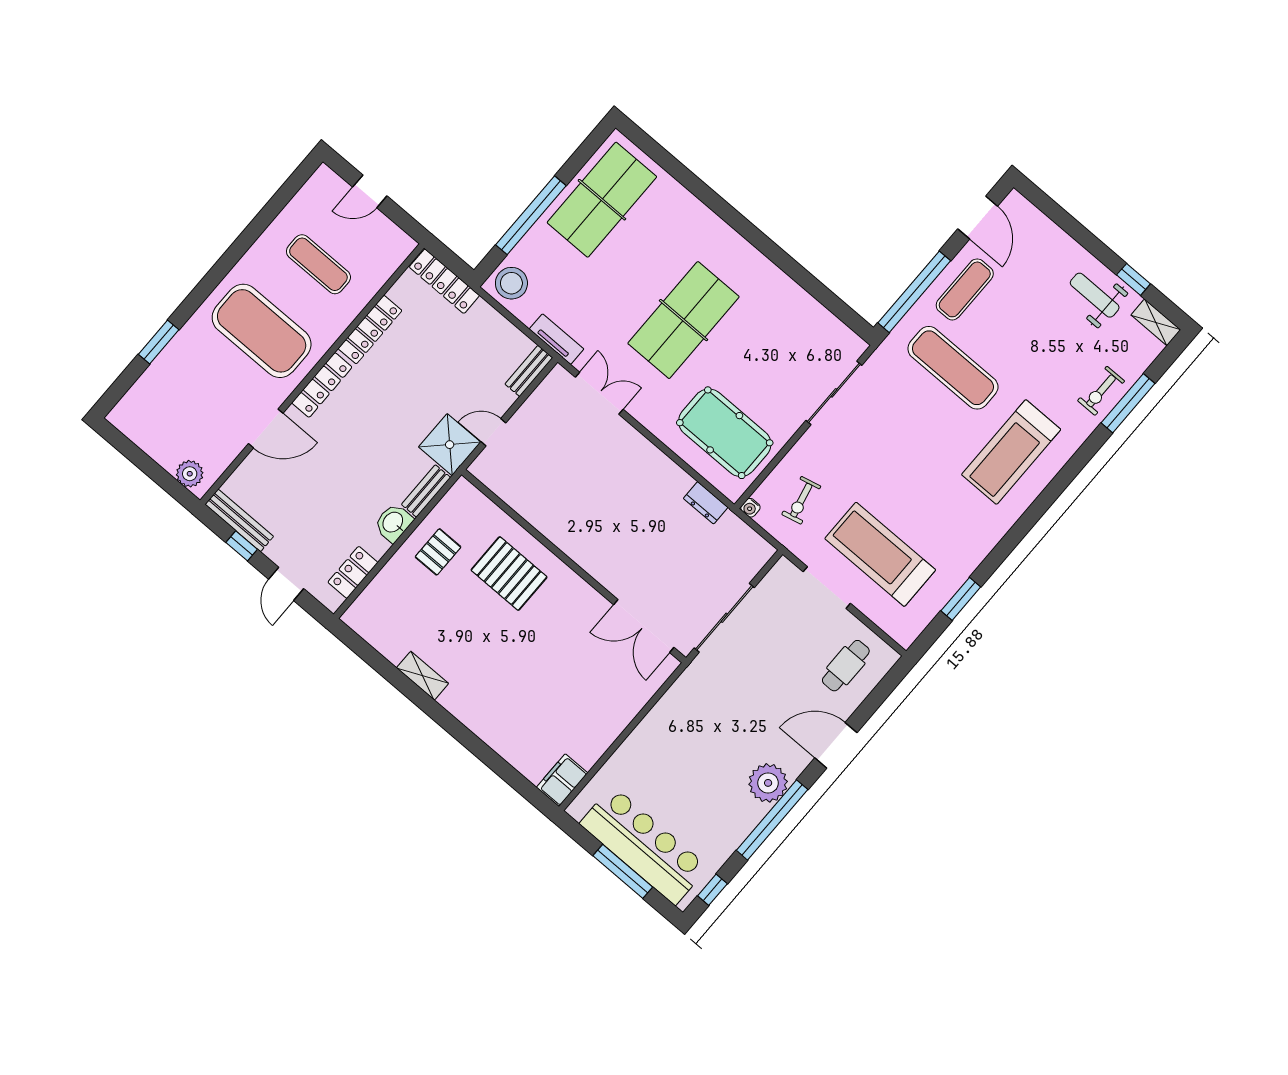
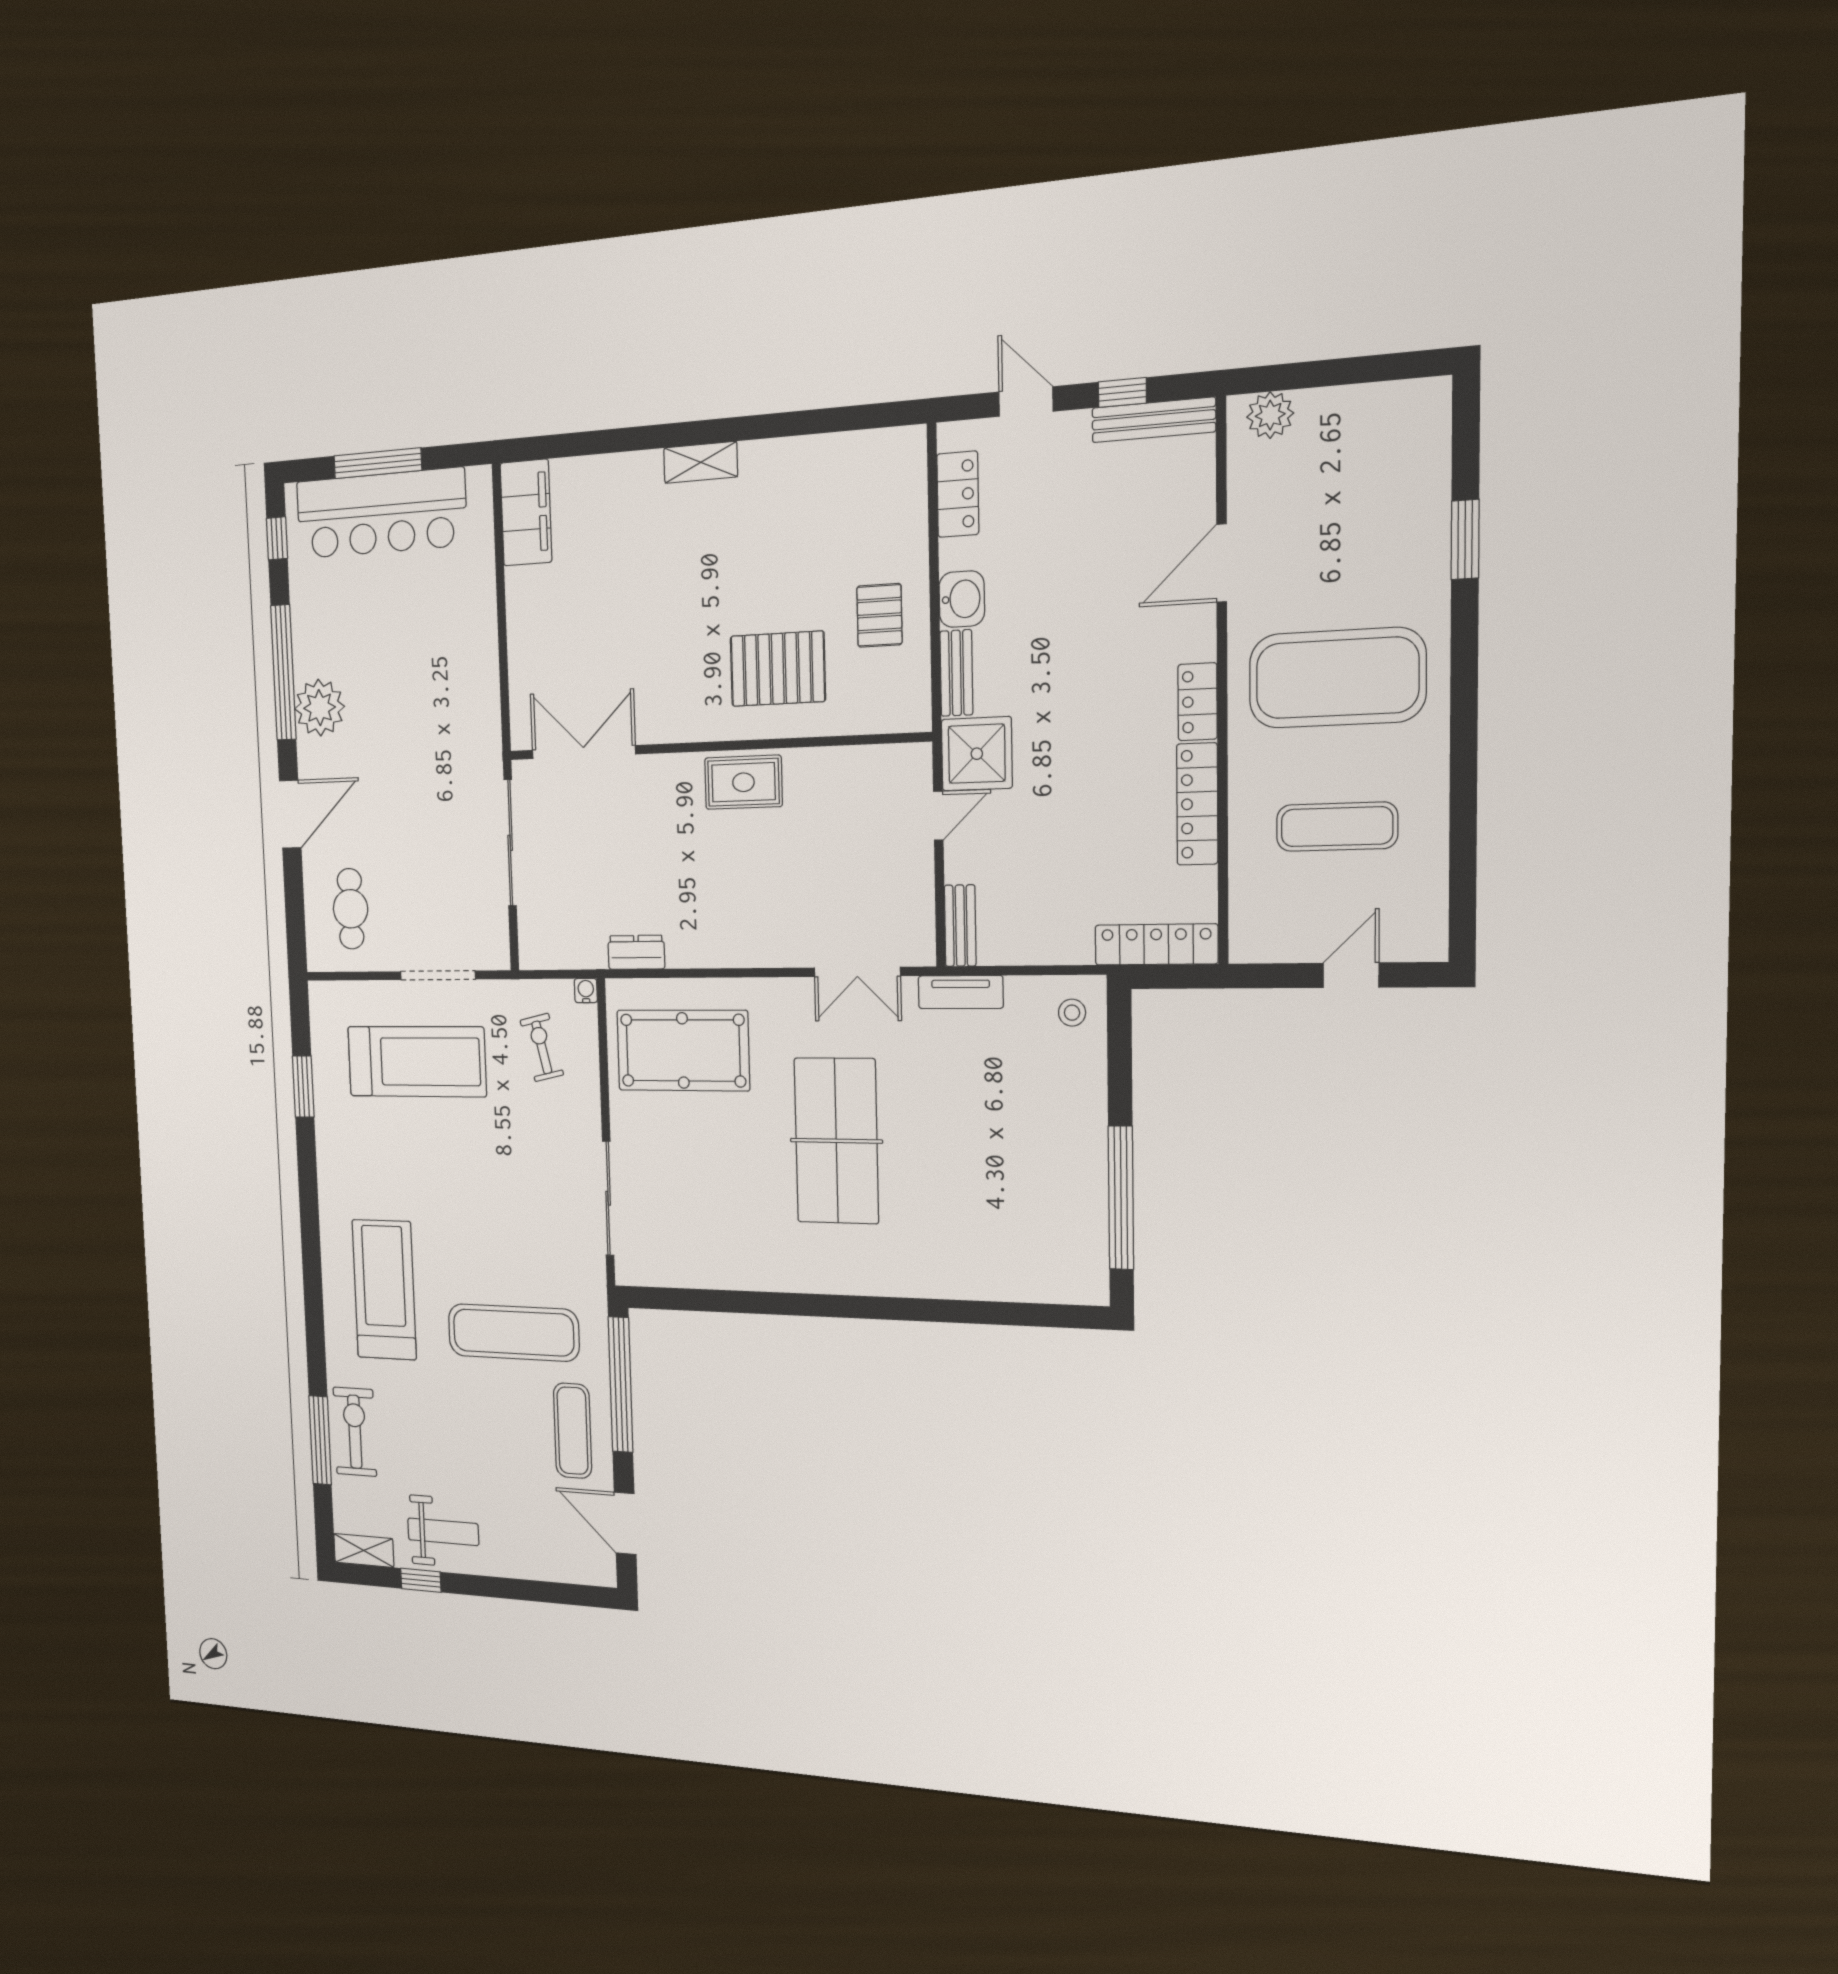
table tennis table: (602, 200) -> (1051, 1205), removed
window: (531, 215) -> (1121, 1198), moved
stool: (511, 283) -> (1072, 1013), width x0.53, depth x0.53
locker: (322, 385) -> (1198, 702), width x0.66
exercise bike: (1101, 391) -> (355, 1432), width x1.38, depth x1.39
rug: (575, 535) -> (743, 782), added
shelving: (423, 676) -> (701, 462), moved
filing cabinet: (562, 780) -> (526, 513), width x1.50, depth x1.17

